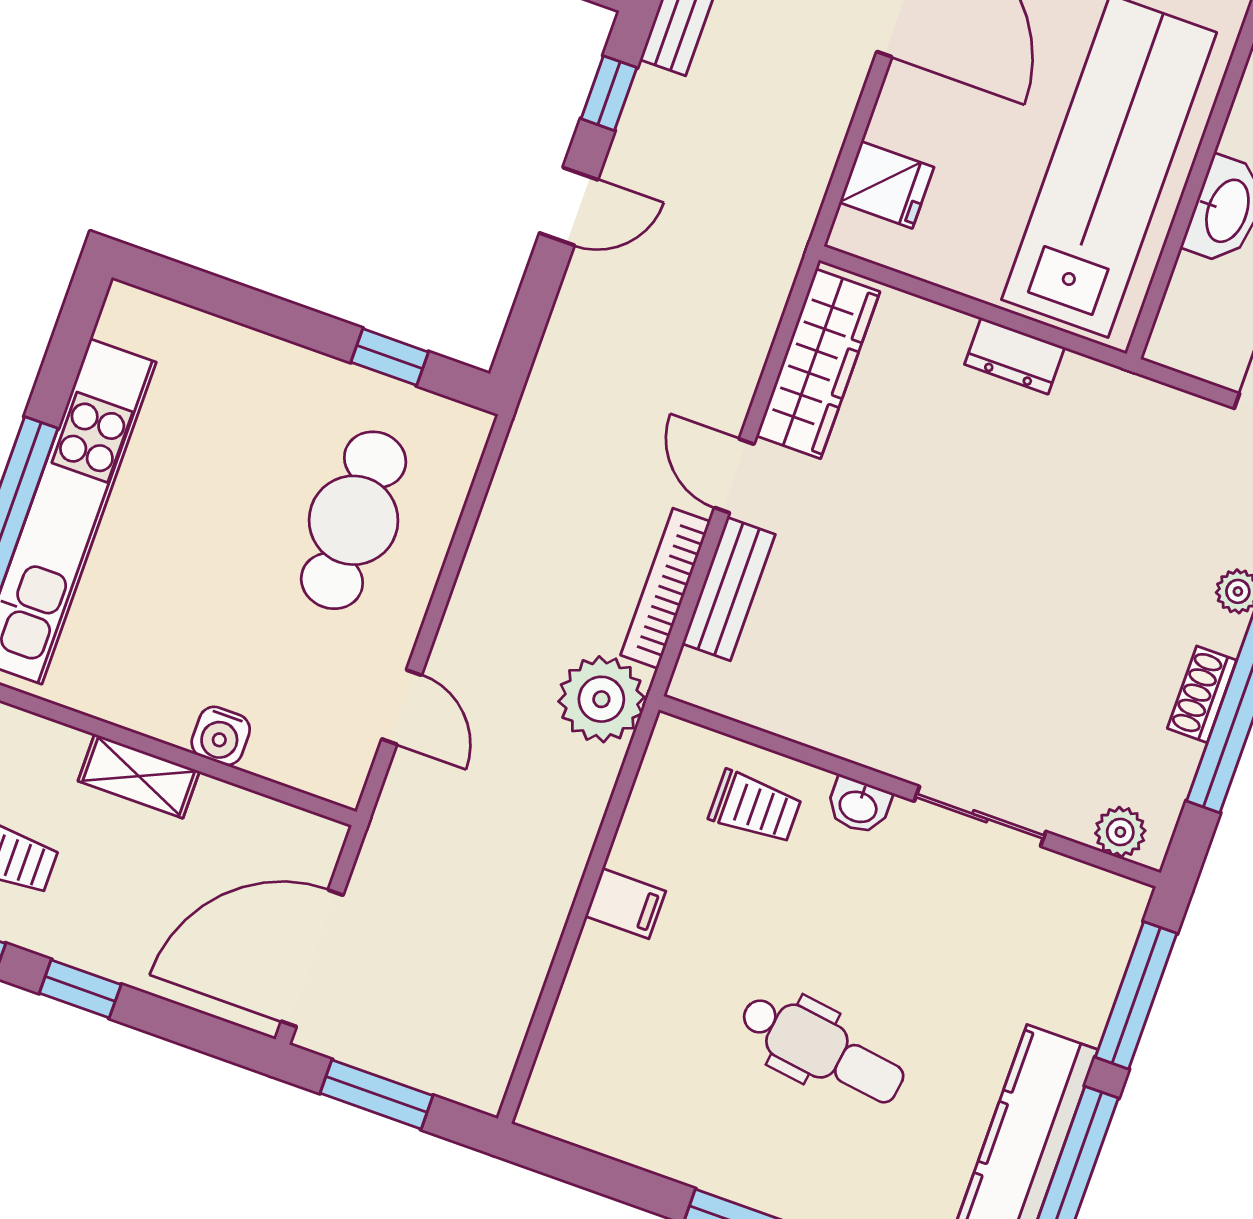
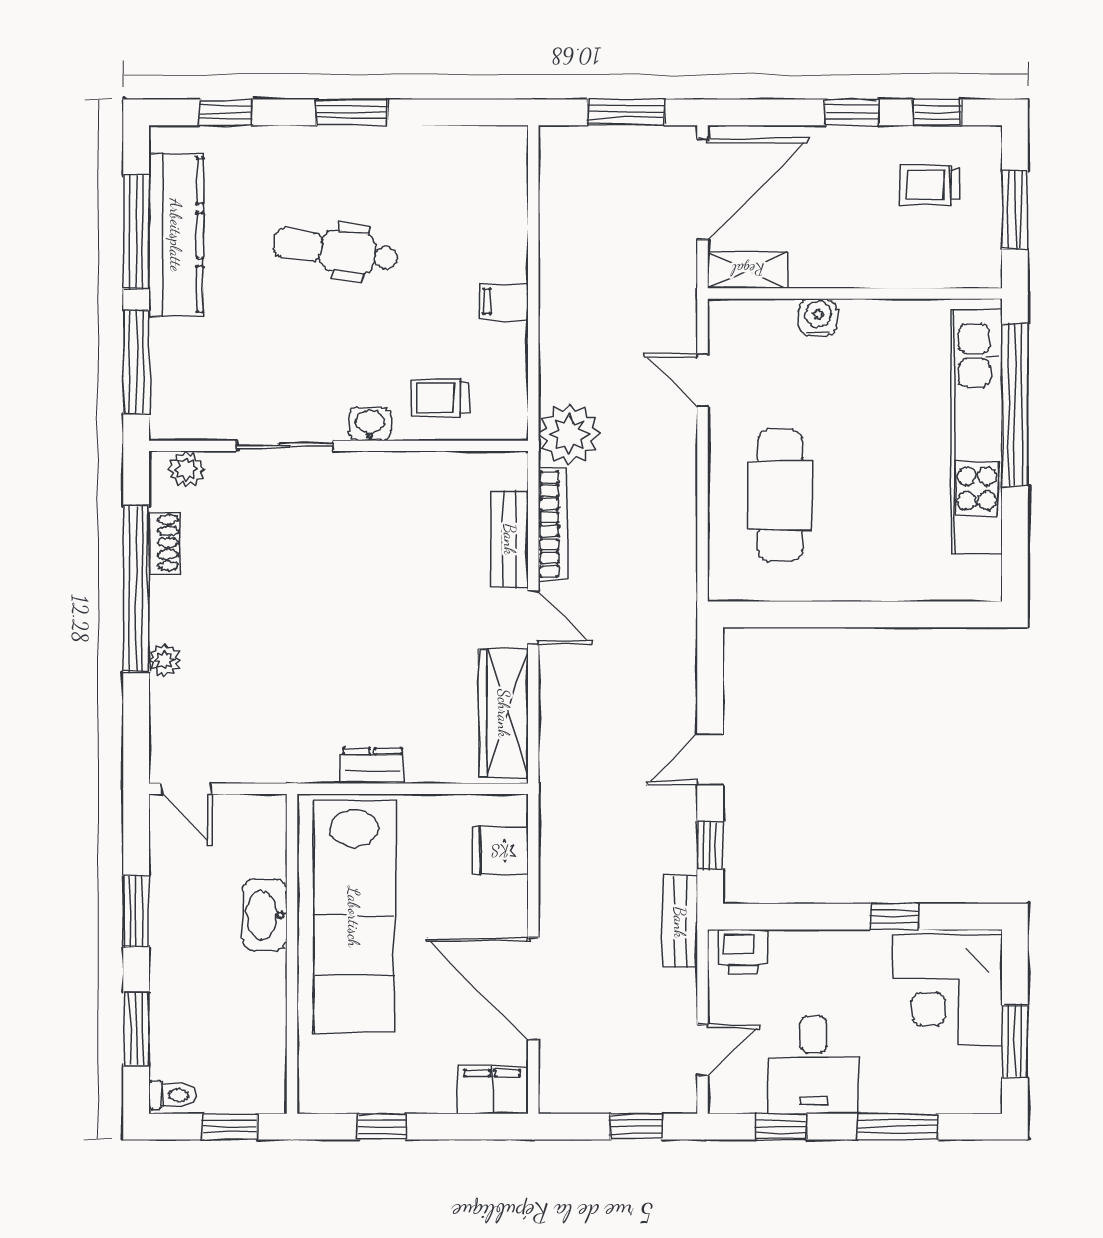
window: (390, 357) -> (795, 614), removed
shoe rack: (1202, 694) -> (164, 543), moved
shelving: (139, 776) -> (748, 270), moved

